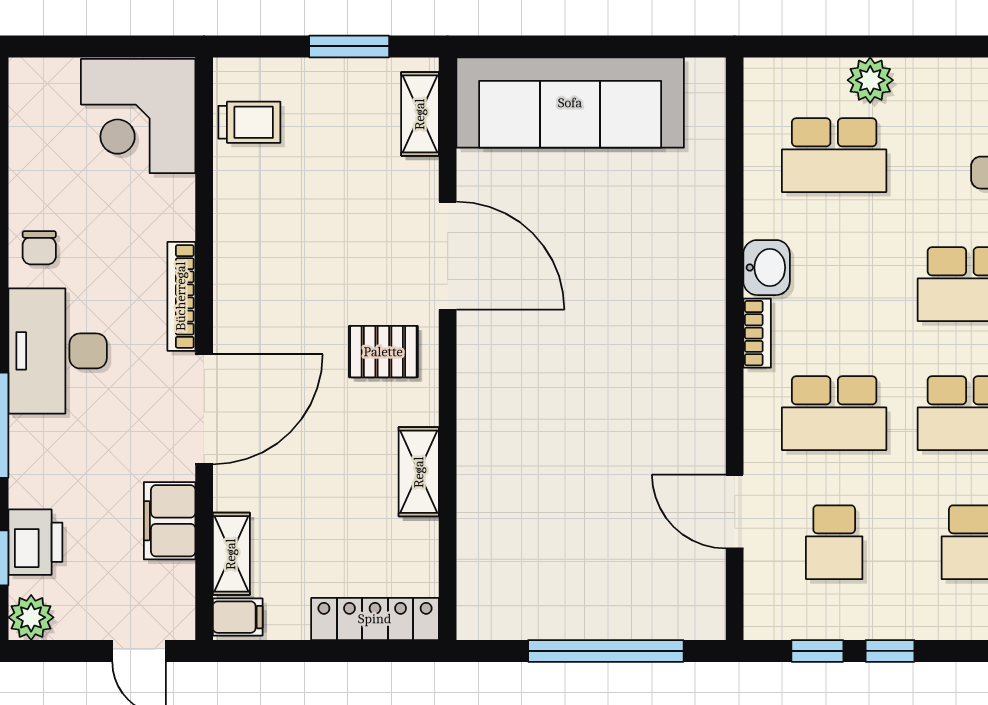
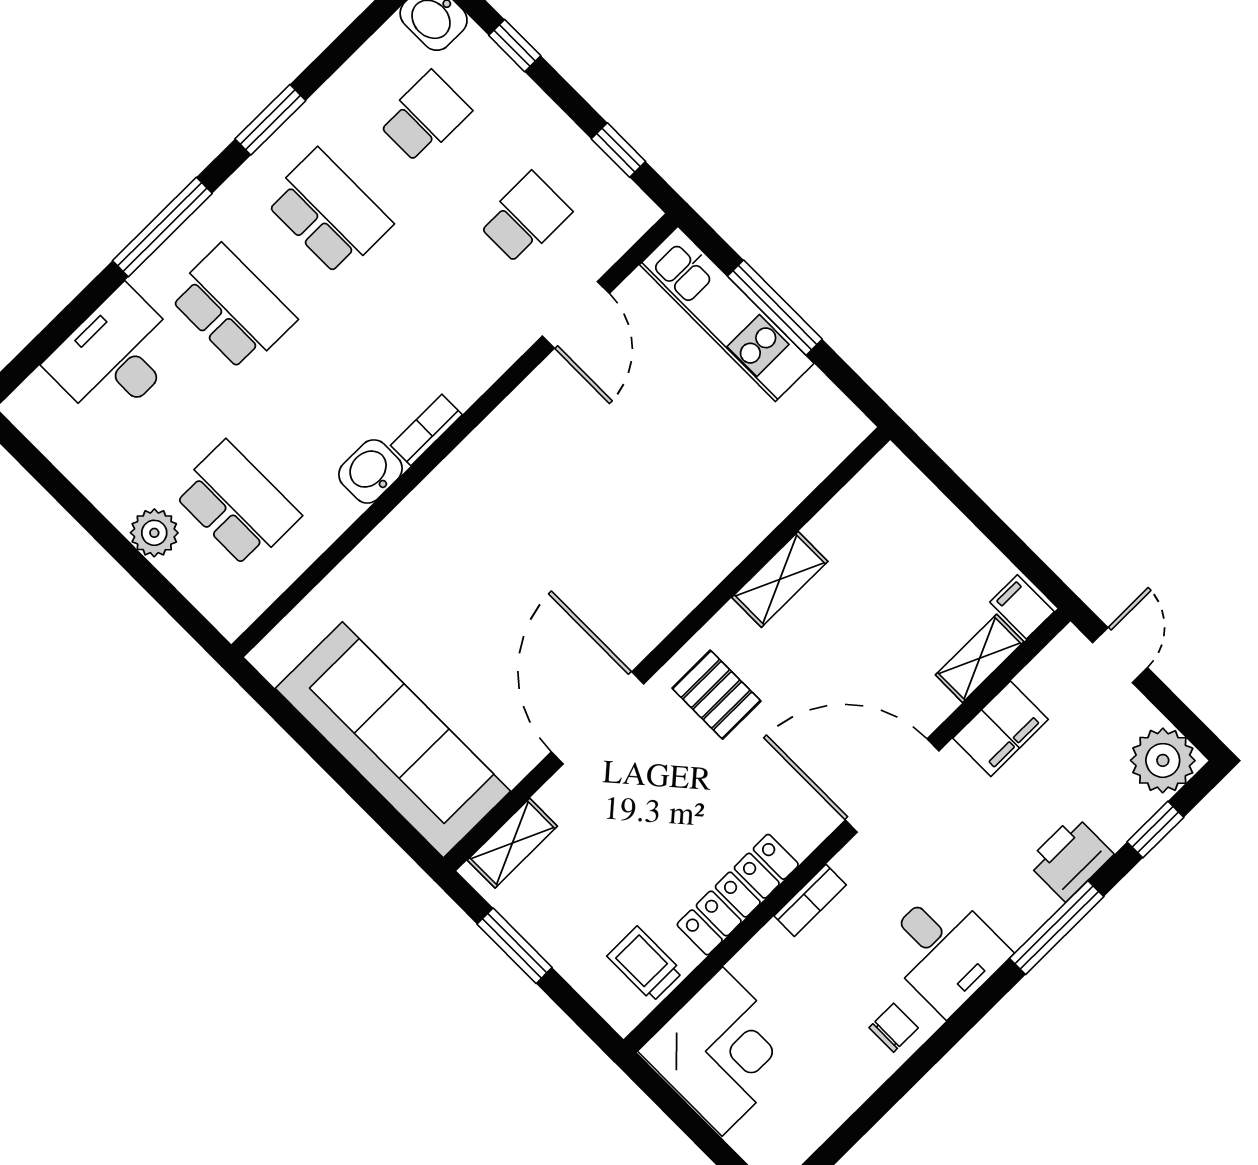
bookcase: (181, 296) -> (810, 900), width x0.64
desk: (58, 351) -> (944, 950), width x0.73
school desk: (834, 413) -> (429, 313), removed
printer: (35, 542) -> (1070, 858), moved
kitchen unit: (634, 614) -> (727, 314), added
plant: (31, 617) -> (1163, 760), width x1.36, depth x1.36
locker: (375, 619) -> (738, 895), moved, turned 90
window: (606, 651) -> (775, 308), width x0.68
window: (890, 651) -> (515, 46), moved

